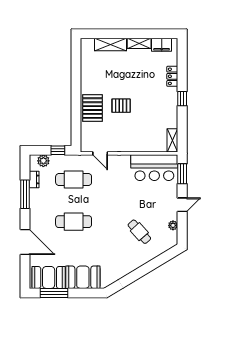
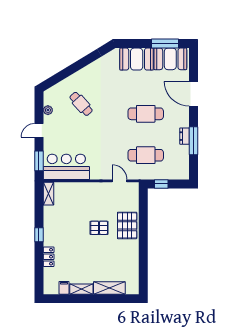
filing cabinet: (162, 45) -> (64, 288), width x0.50
plant: (43, 161) -> (175, 174), removed
dresser: (34, 179) -> (184, 136), moved

